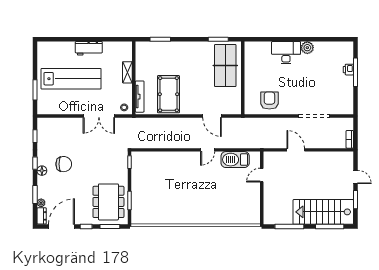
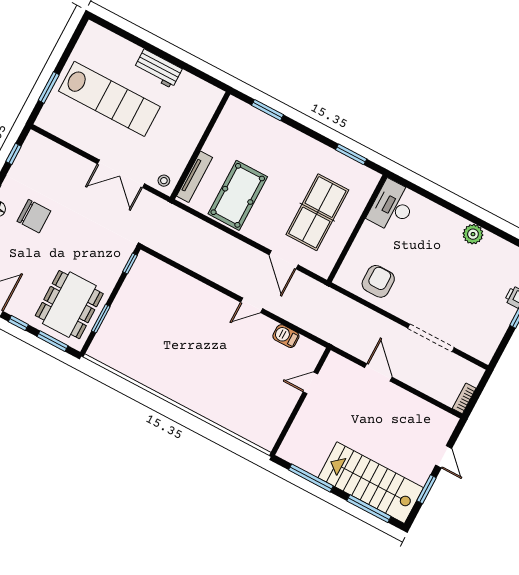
desk: (286, 53) -> (392, 206), moved, turned -90
table tennis table: (225, 66) -> (317, 212), moved
shelving: (127, 72) -> (195, 133), removed
barbecue: (235, 160) -> (286, 336), width x0.53, depth x0.65

